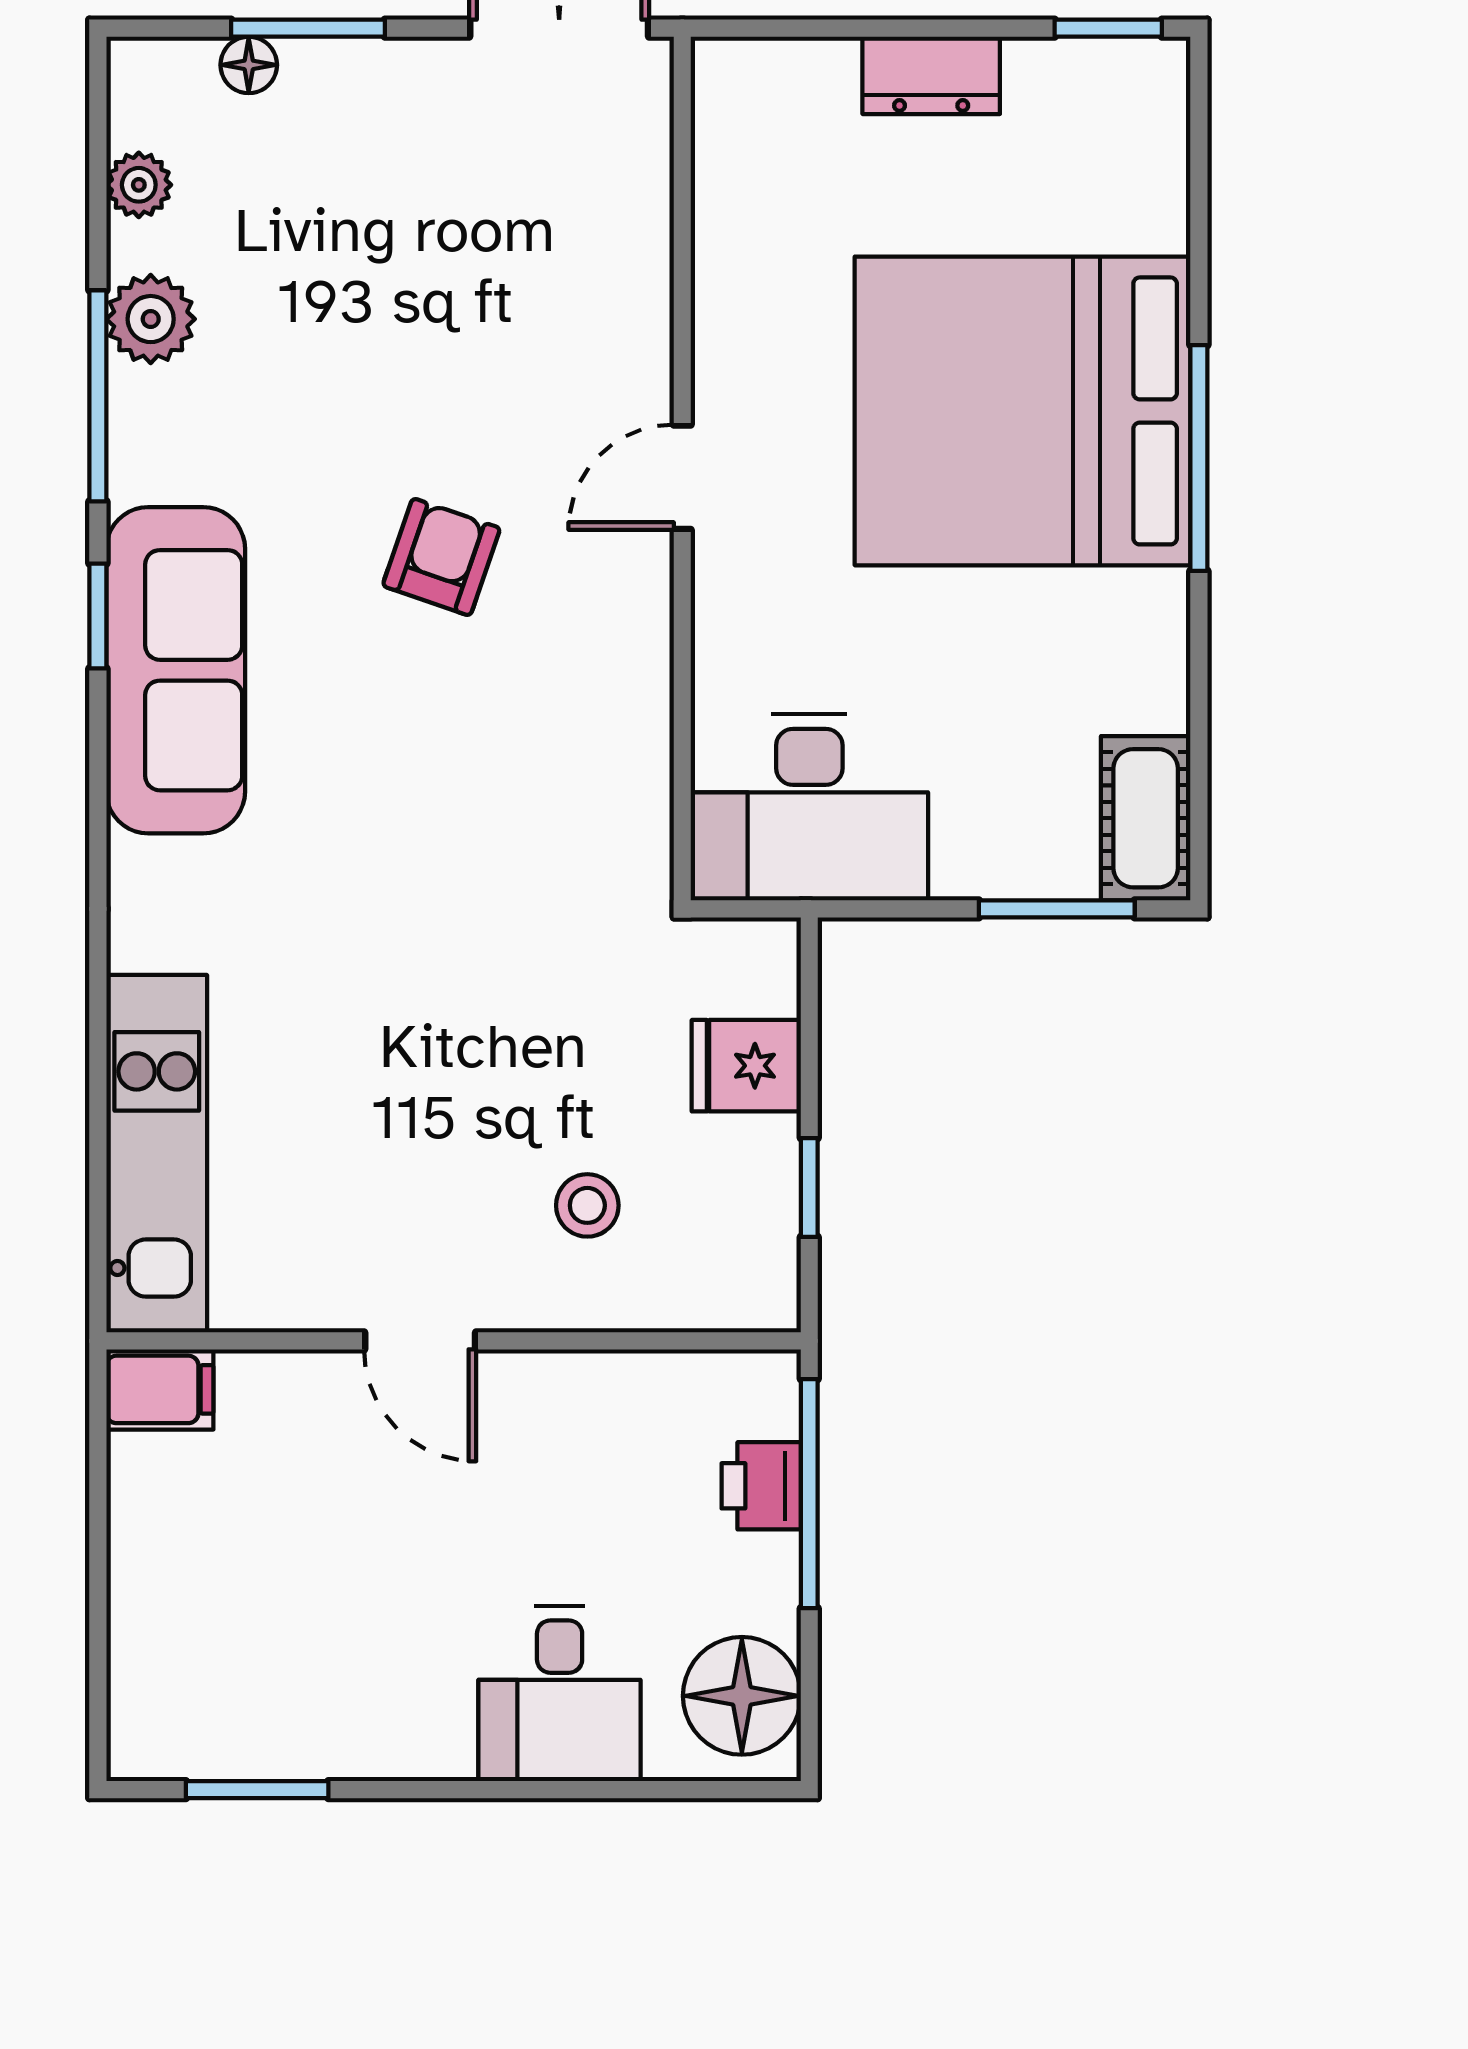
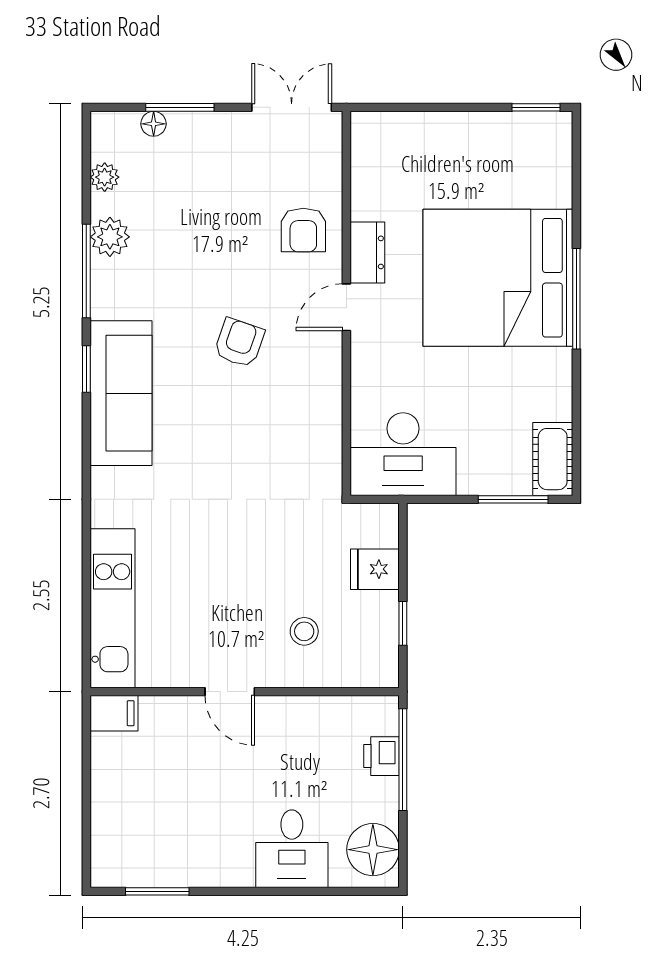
dresser: (931, 75) -> (367, 252), moved, turned -90
armchair: (585, 304) -> (303, 230), added

